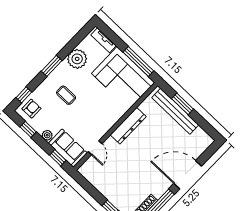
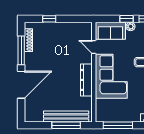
corner sofa: (123, 78) -> (111, 76), moved, turned 90
window: (182, 104) -> (66, 125), width x1.44
window: (58, 158) -> (126, 19), moved

